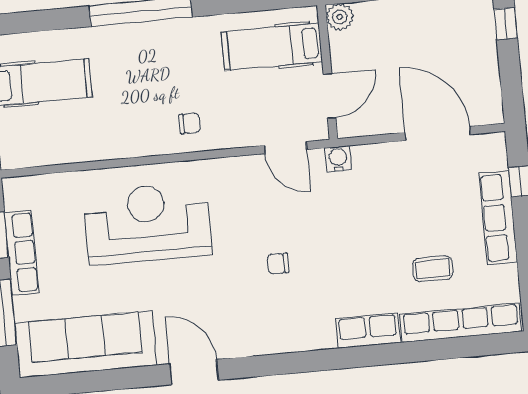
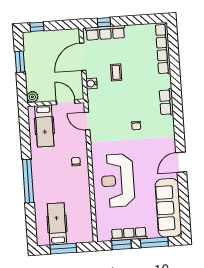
door: (286, 148) -> (87, 121), swing flipped
water cooler: (338, 159) -> (91, 83), moved
row of seats: (498, 218) -> (105, 33), moved
coffee table: (433, 269) -> (116, 72), moved
row of seats: (368, 331) -> (166, 102), moved

